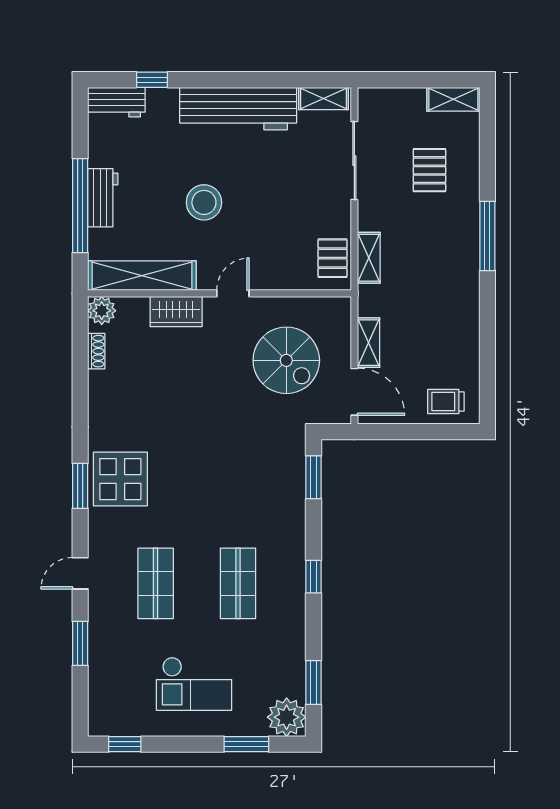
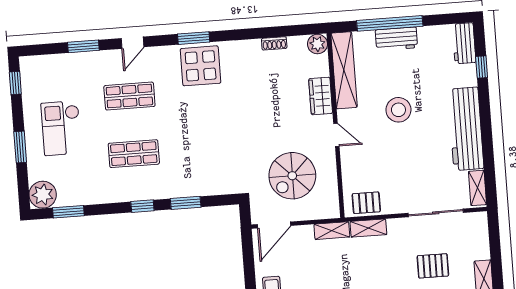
shelving: (369, 343) -> (332, 231), moved
shoe rack: (96, 351) -> (274, 43), moved
window: (314, 477) -> (186, 203), moved
door: (80, 573) -> (133, 43), swing flipped
window: (246, 744) -> (20, 147), moved

